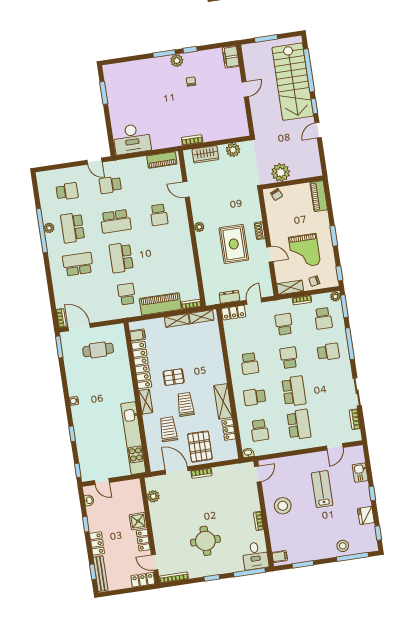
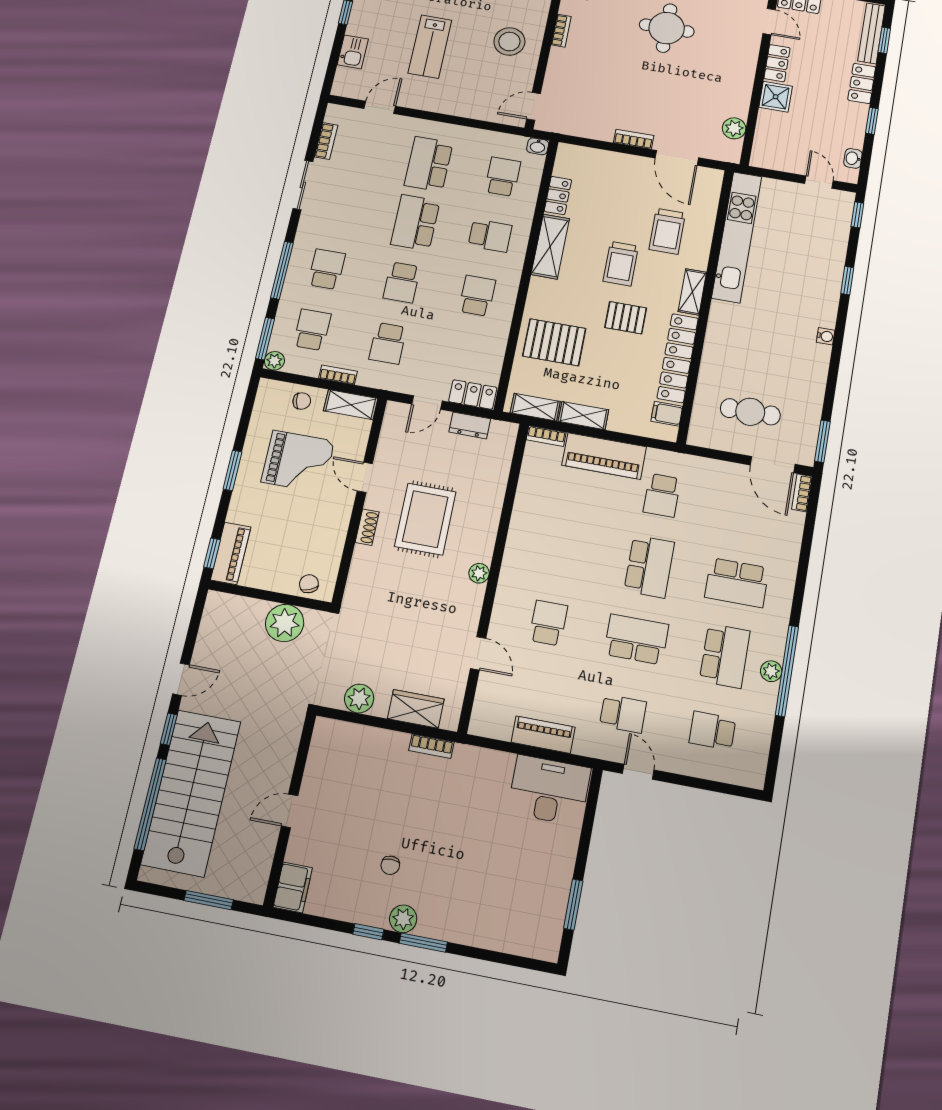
piano: (162, 160) -> (543, 735), moved
grand piano: (304, 251) -> (298, 461), turned 90
window: (339, 273) -> (212, 553), moved
school desk: (328, 352) -> (327, 269), turned 90
pallet: (200, 447) -> (554, 342), moved, turned 90

